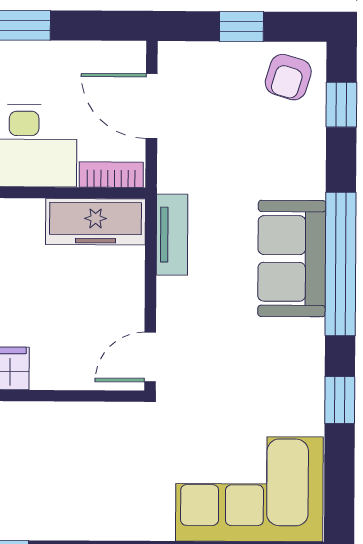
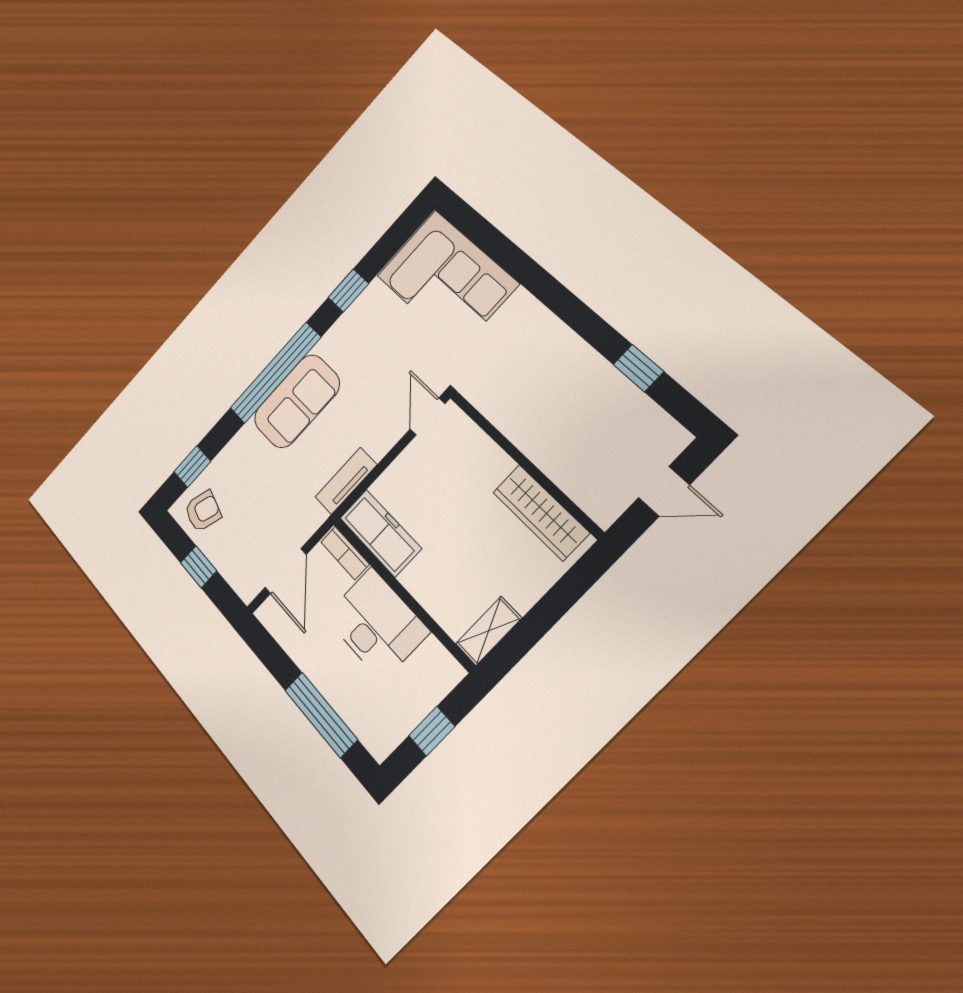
door: (150, 357) -> (428, 416), swing flipped

